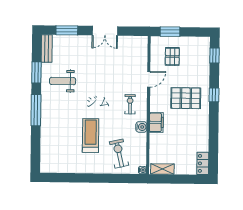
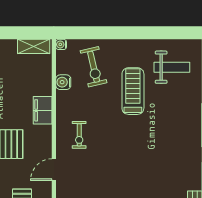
weight bench: (63, 81) -> (172, 67), moved
water cooler: (141, 127) -> (63, 82), moved
treadmill: (91, 136) -> (133, 91), turned 180

